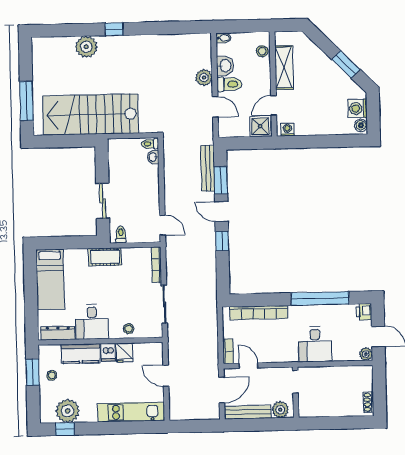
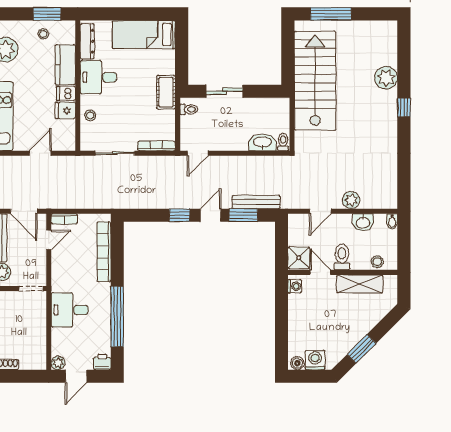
toilet: (229, 84) -> (342, 257), moved, turned 180
washbasin: (153, 157) -> (263, 142), width x1.91, depth x1.45

